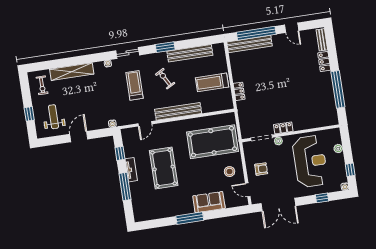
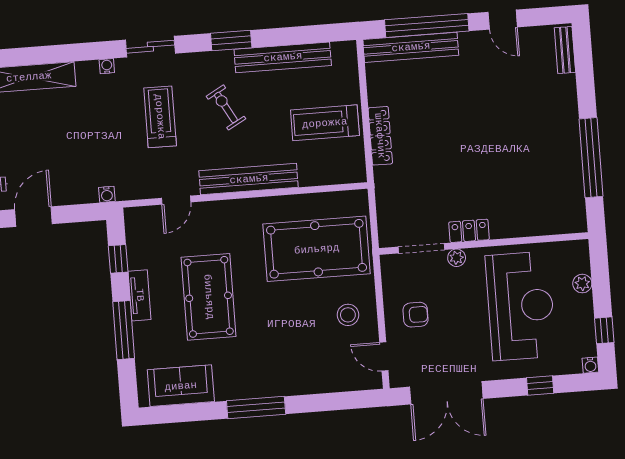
locker: (324, 62) -> (566, 97), removed
locker: (239, 91) -> (380, 136), width x1.53
sofa: (209, 202) -> (181, 386), moved

